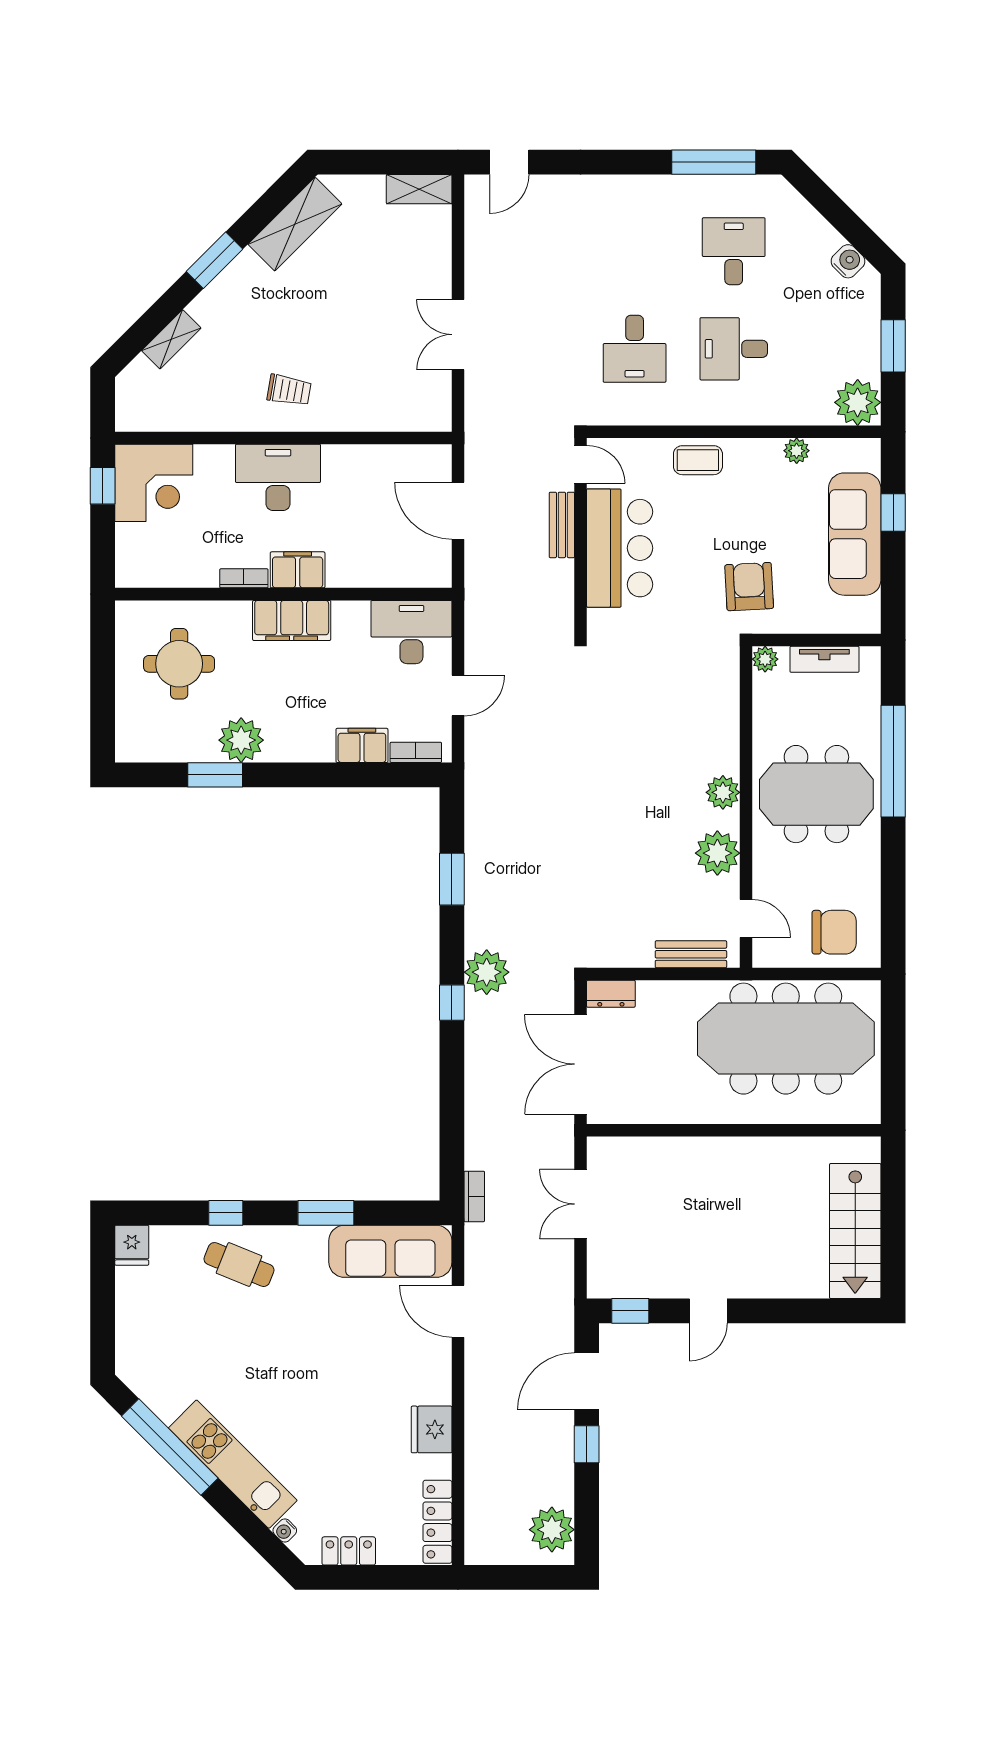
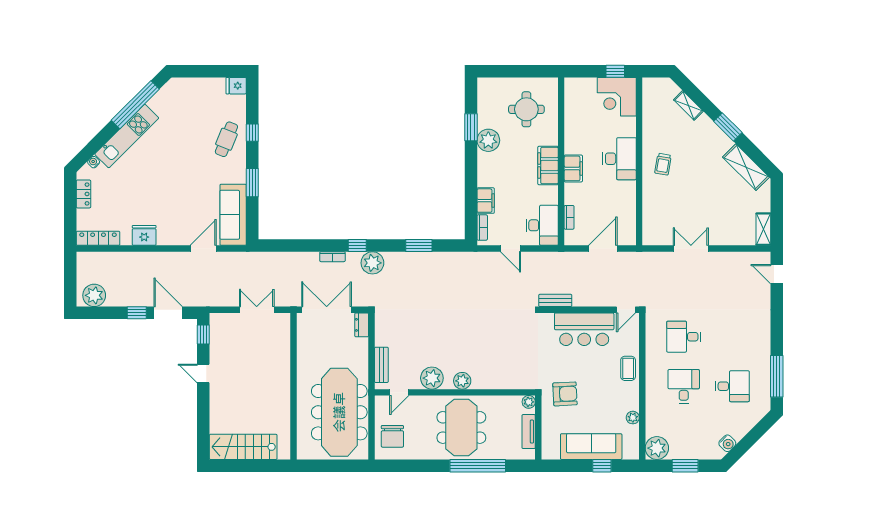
bench: (562, 525) -> (555, 300), moved
bookcase: (244, 578) -> (569, 217), moved
bookcase: (474, 1196) -> (332, 257), moved

